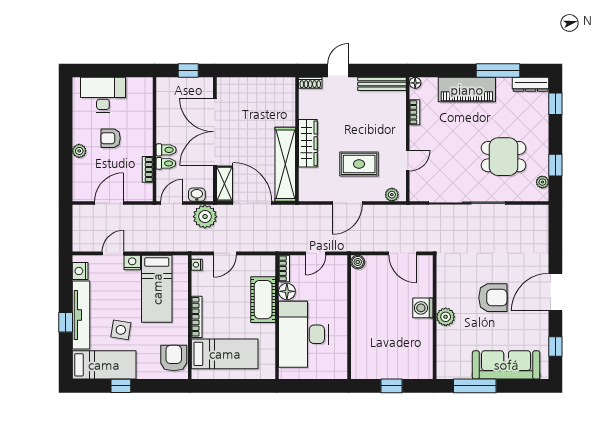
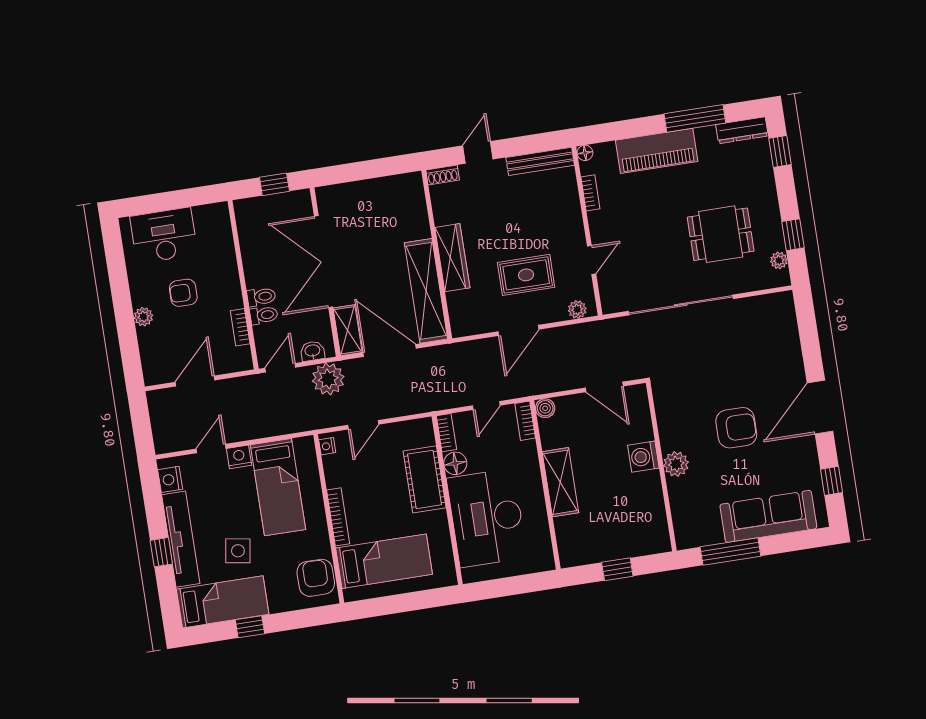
bookcase: (342, 269) -> (525, 421), added
shelving: (360, 317) -> (560, 482), added

